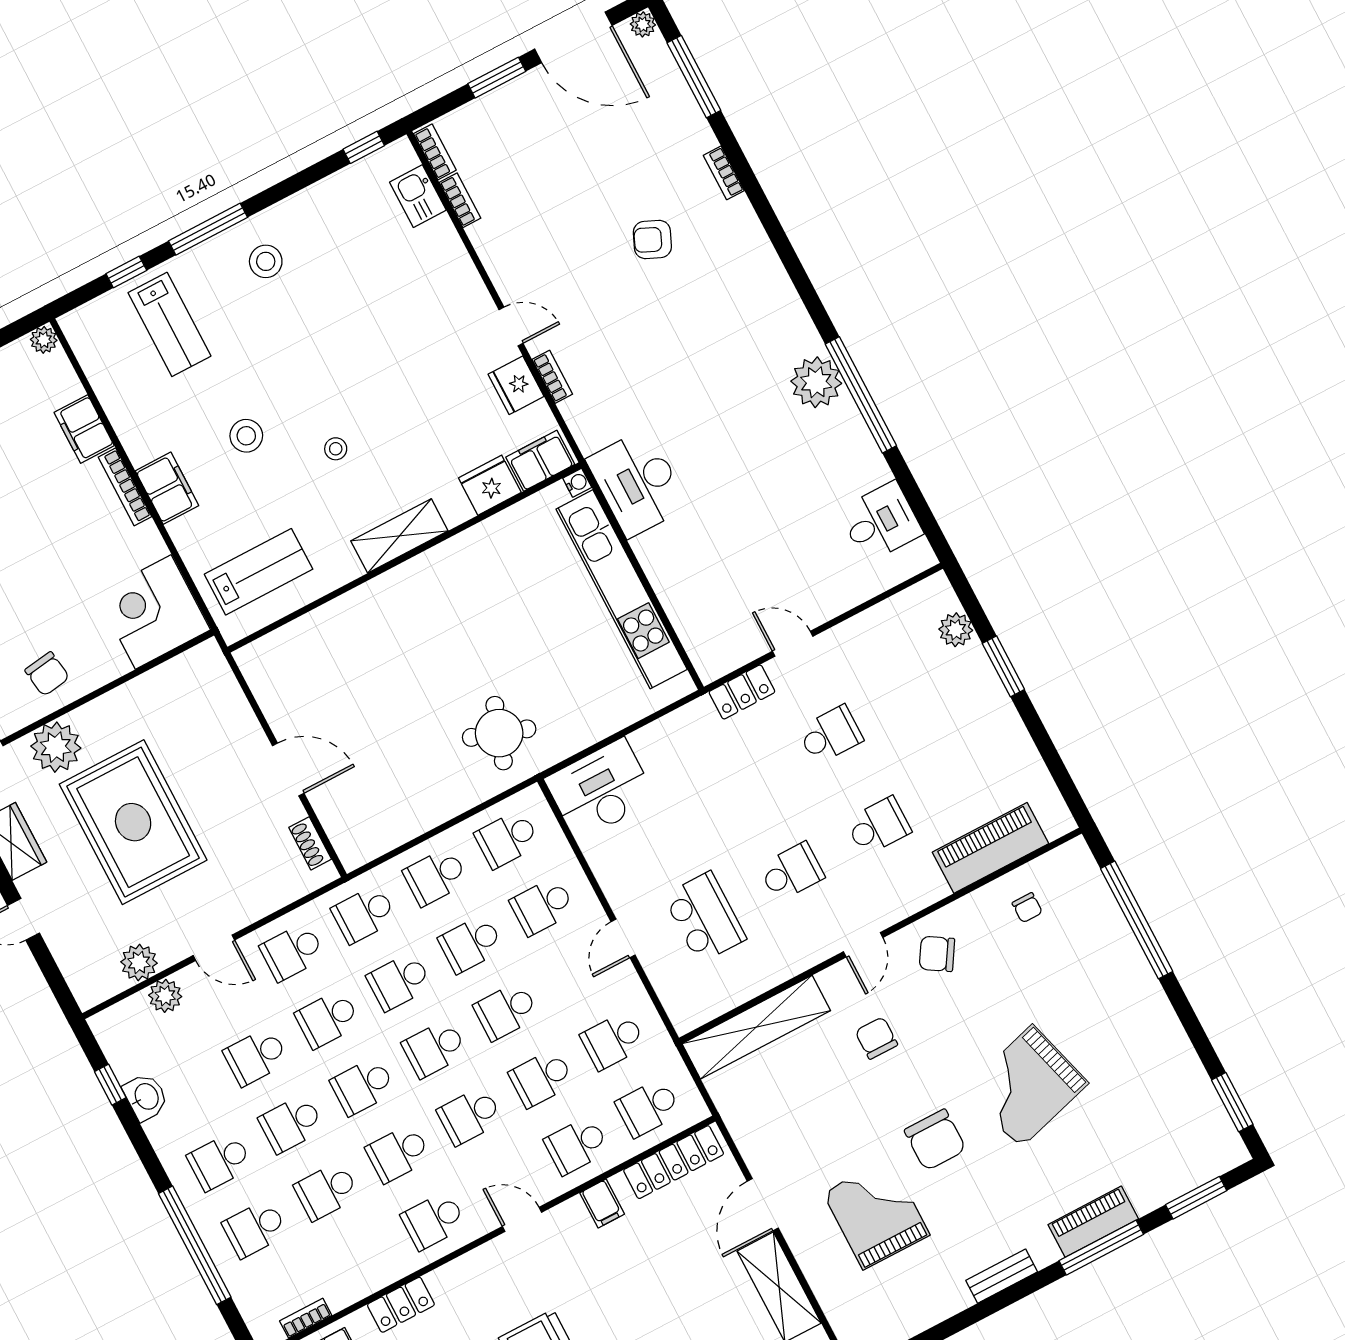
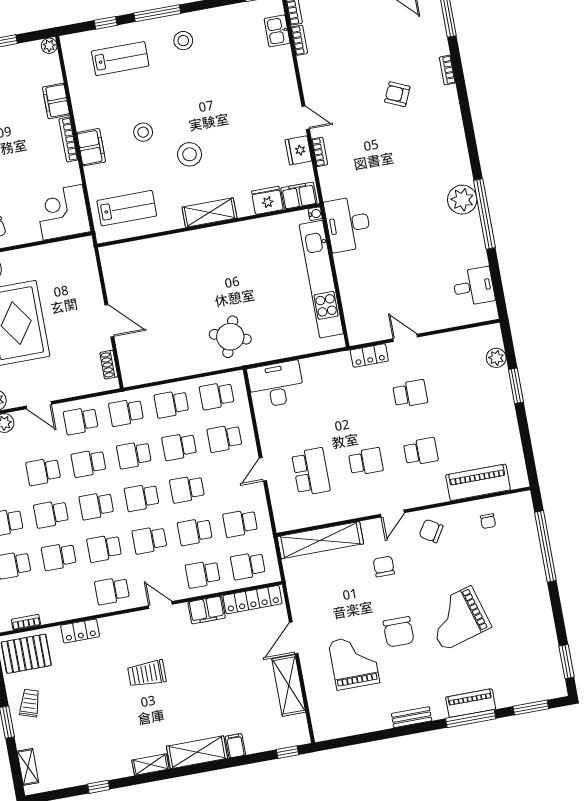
lab bench: (169, 324) -> (120, 59), turned -90
stool: (336, 449) -> (190, 154), width x1.89, depth x1.89
filing cabinet: (602, 1203) -> (207, 610), width x2.00

